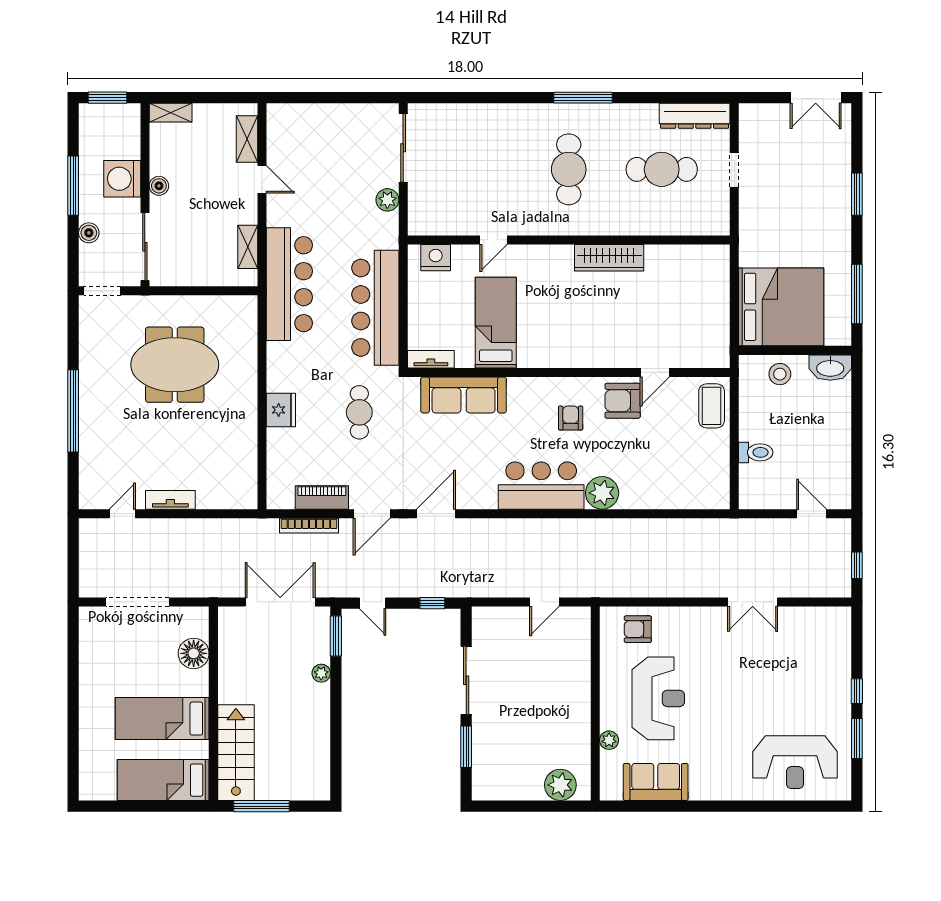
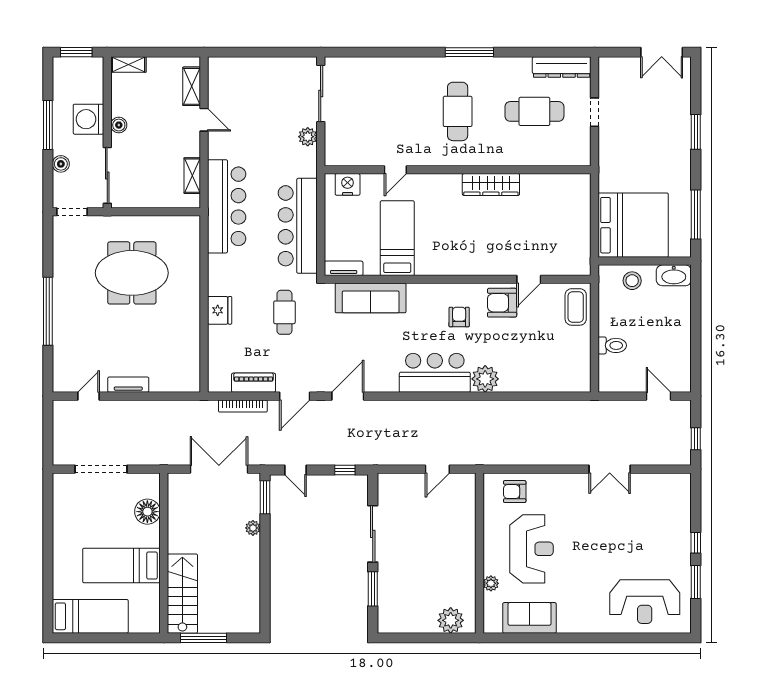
bed: (163, 780) -> (90, 616), moved, turned 180

